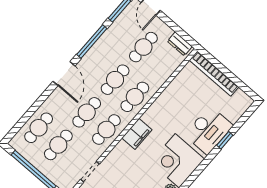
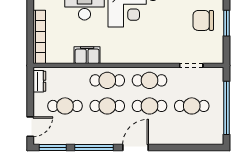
cafe table: (39, 128) -> (192, 132), removed
filing cabinet: (137, 134) -> (87, 55), moved

